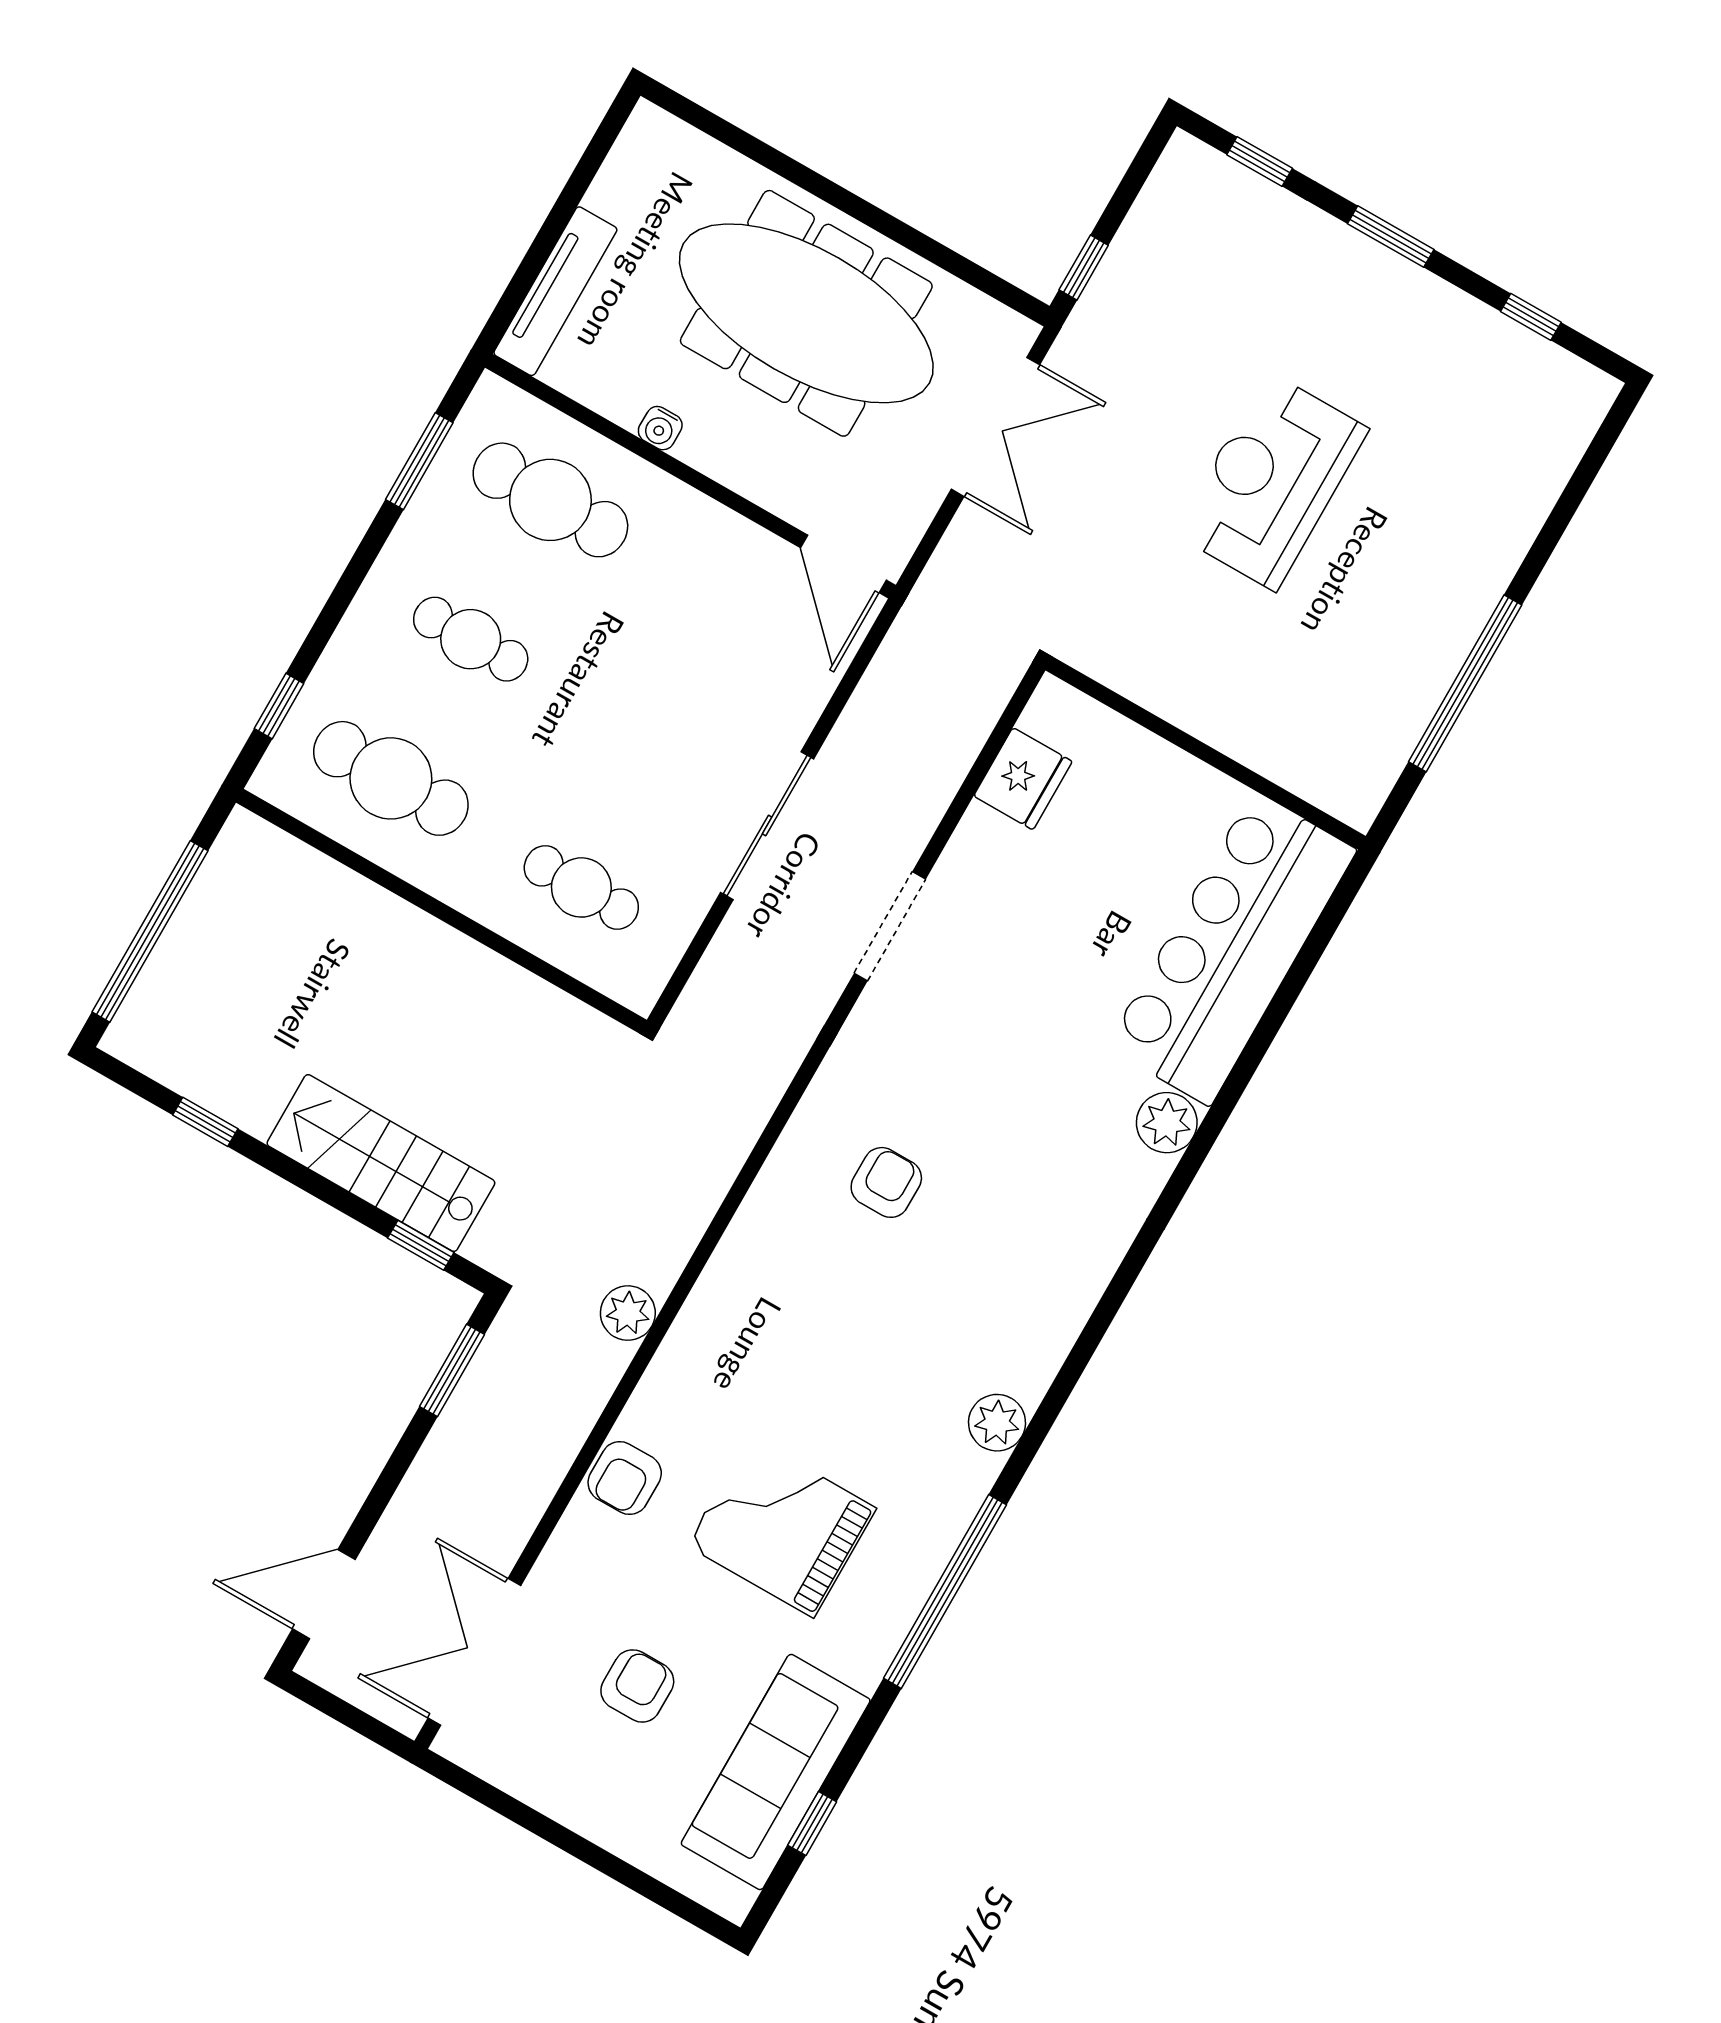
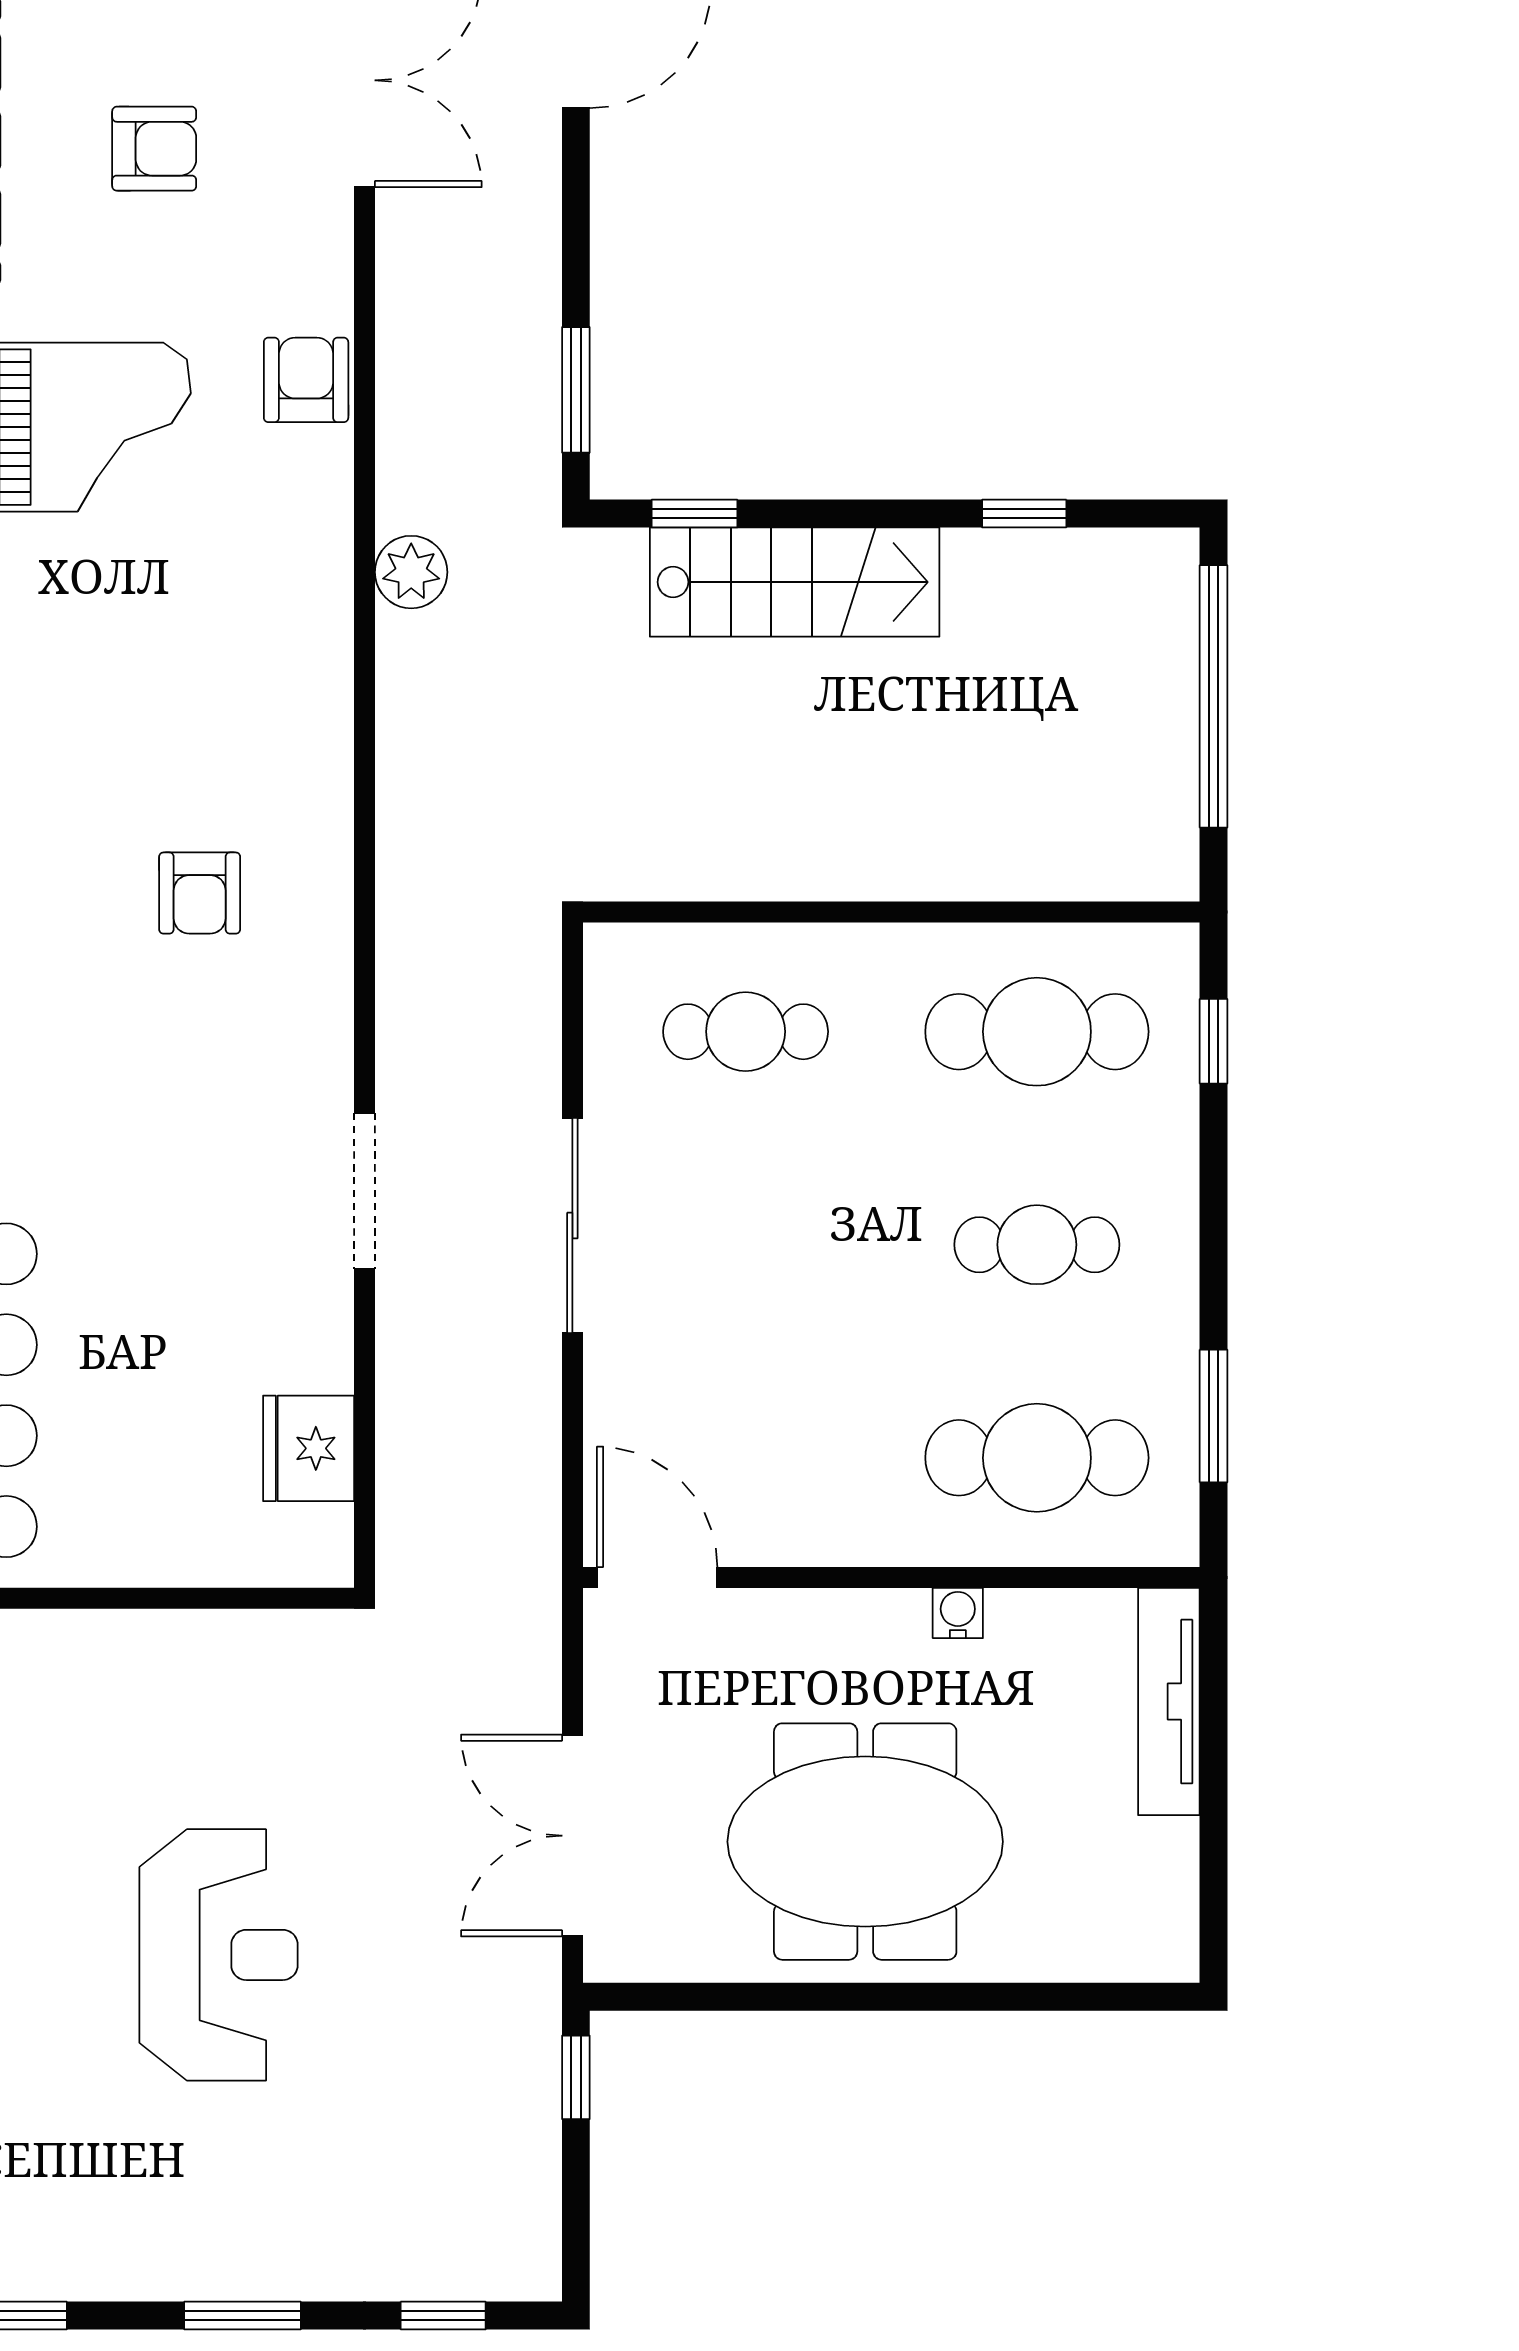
meeting table: (806, 313) -> (865, 1842), width x0.73
armchair: (637, 1686) -> (154, 149), turned -90

